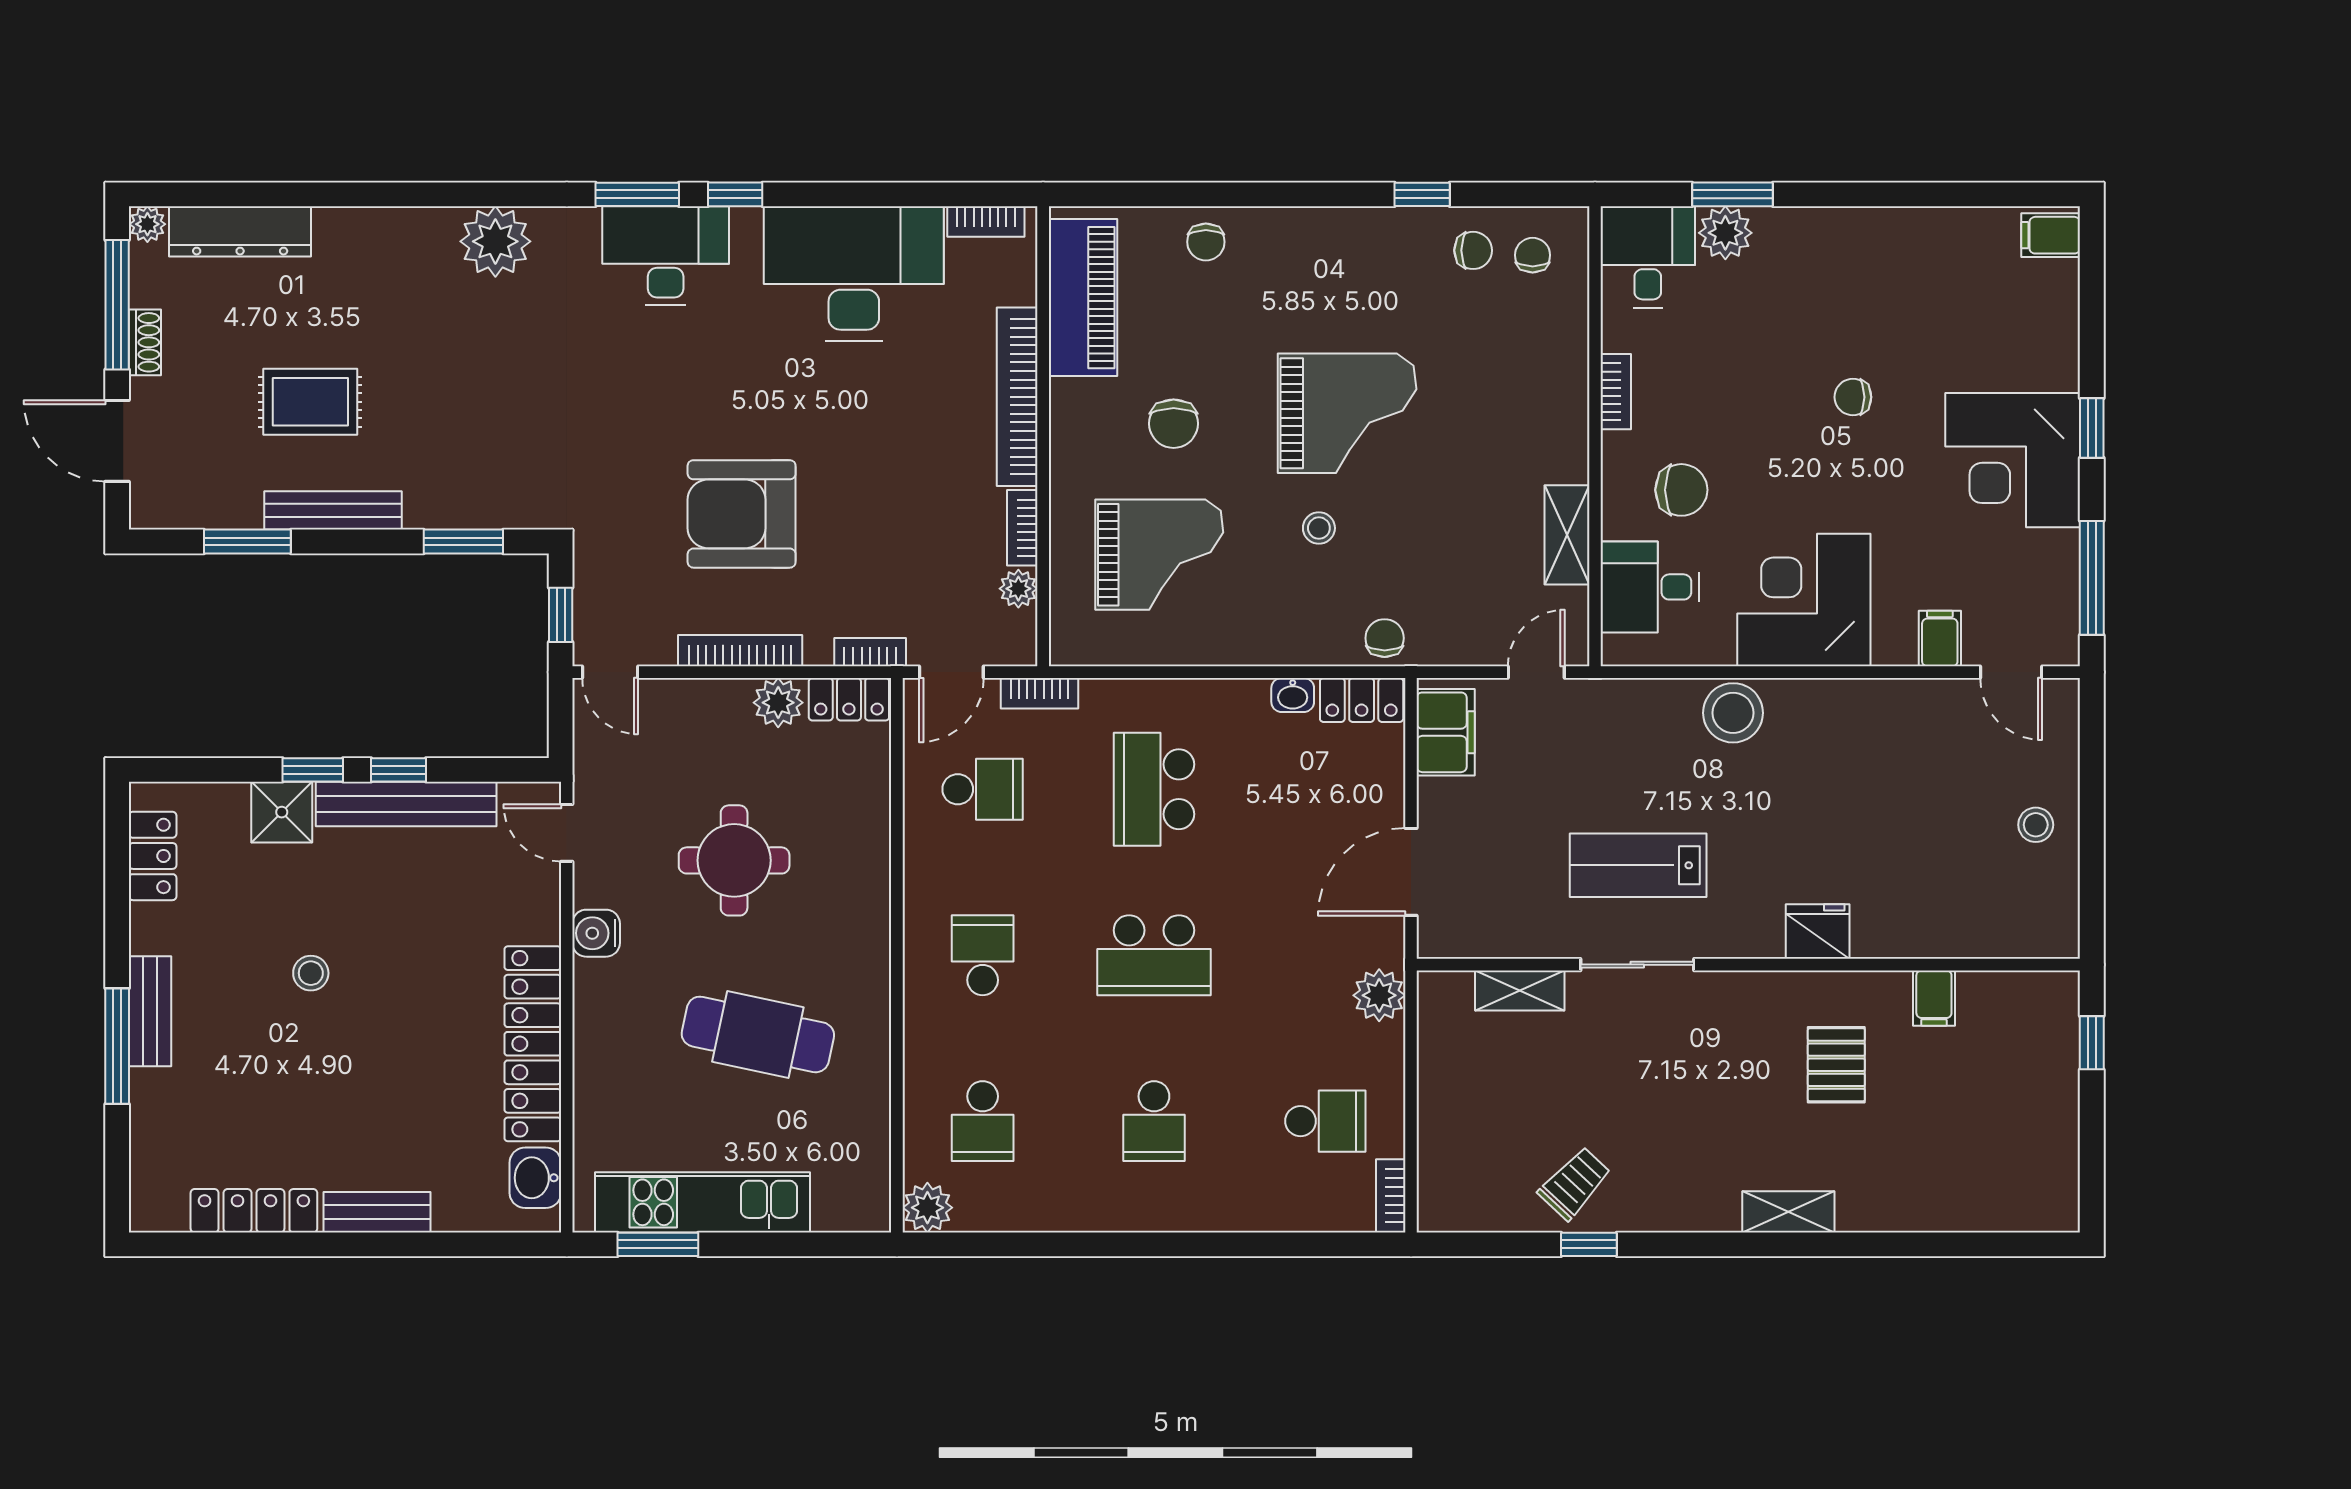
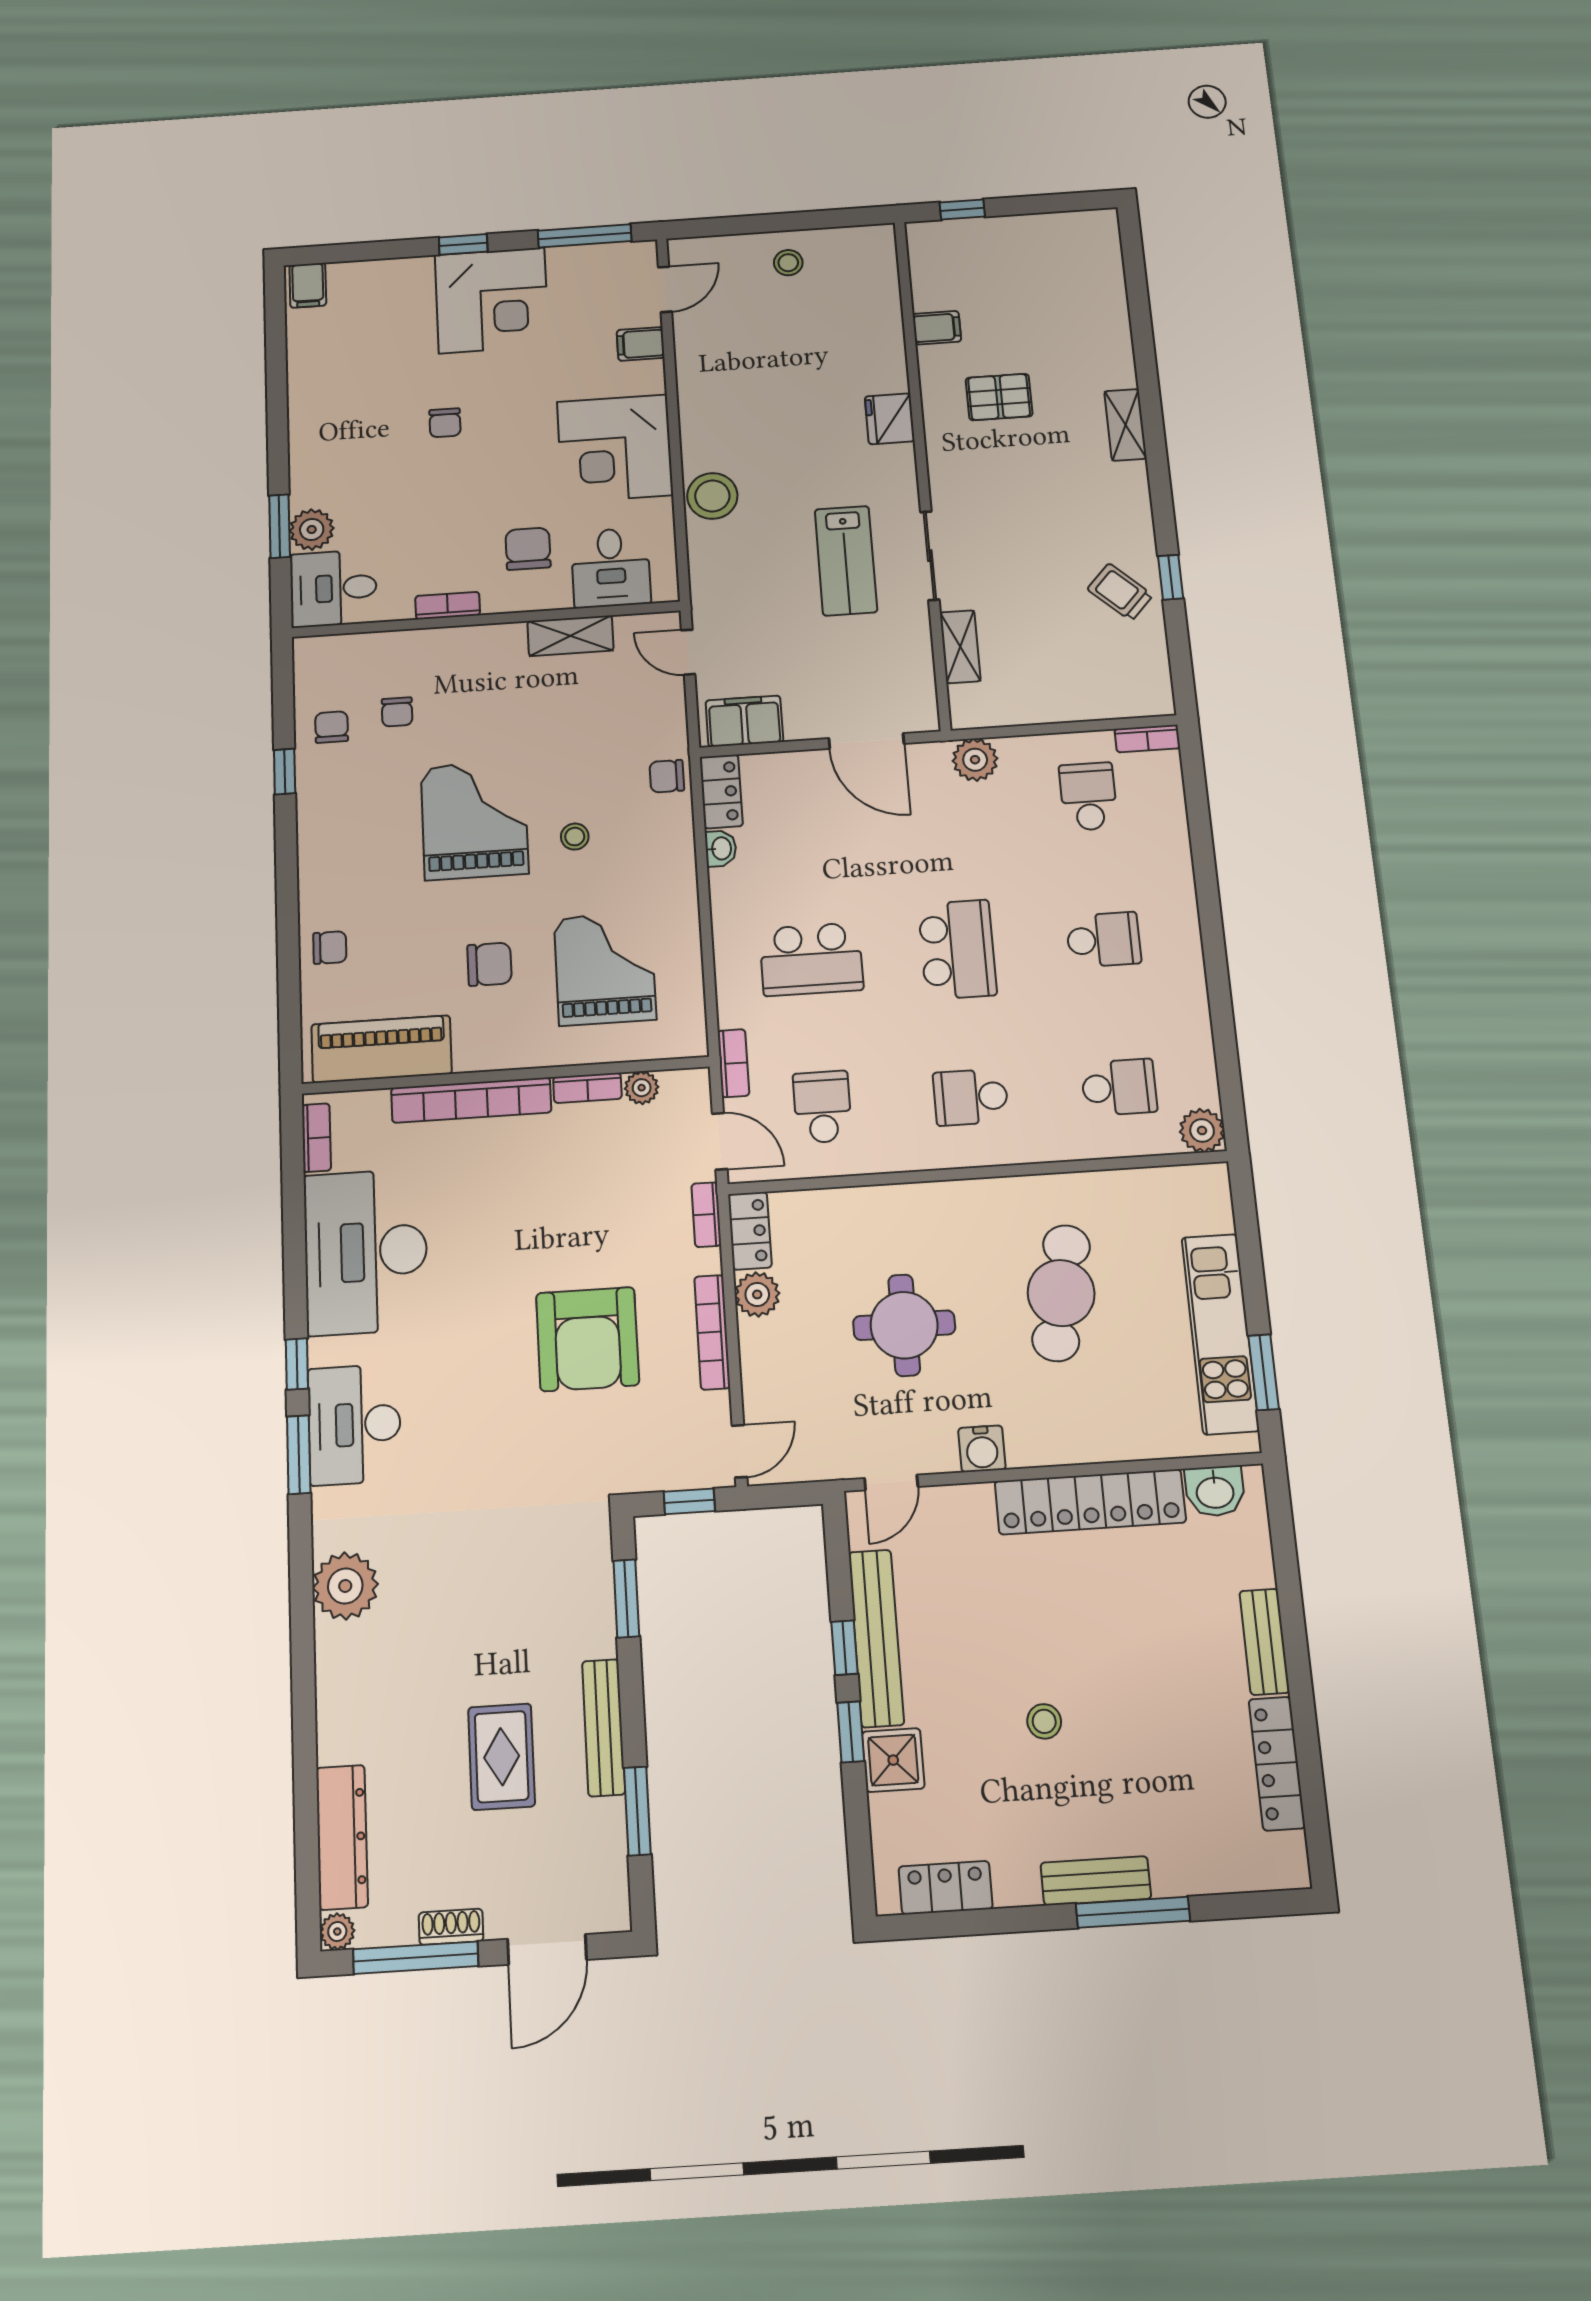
chair: (1533, 255) -> (397, 712), moved, turned -90

